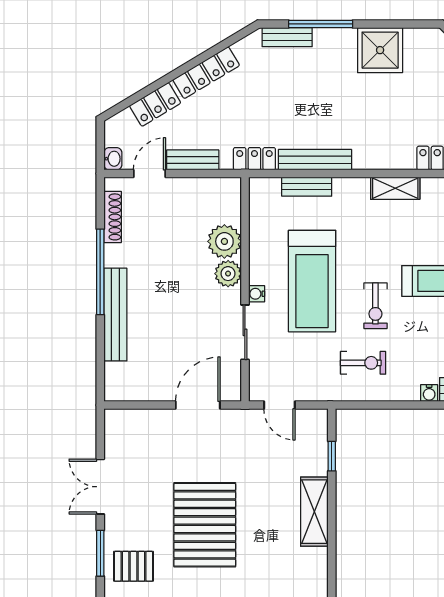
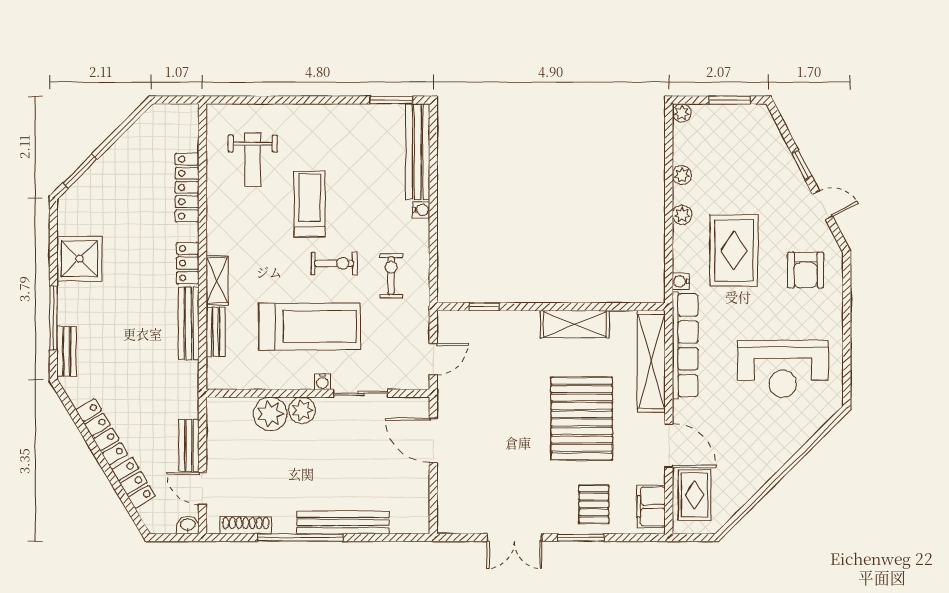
locker: (254, 159) -> (188, 263), moved
shelving: (395, 188) -> (217, 280), moved
shelving: (314, 512) -> (575, 324), moved
pallet: (205, 525) -> (582, 418), moved, turned 90

